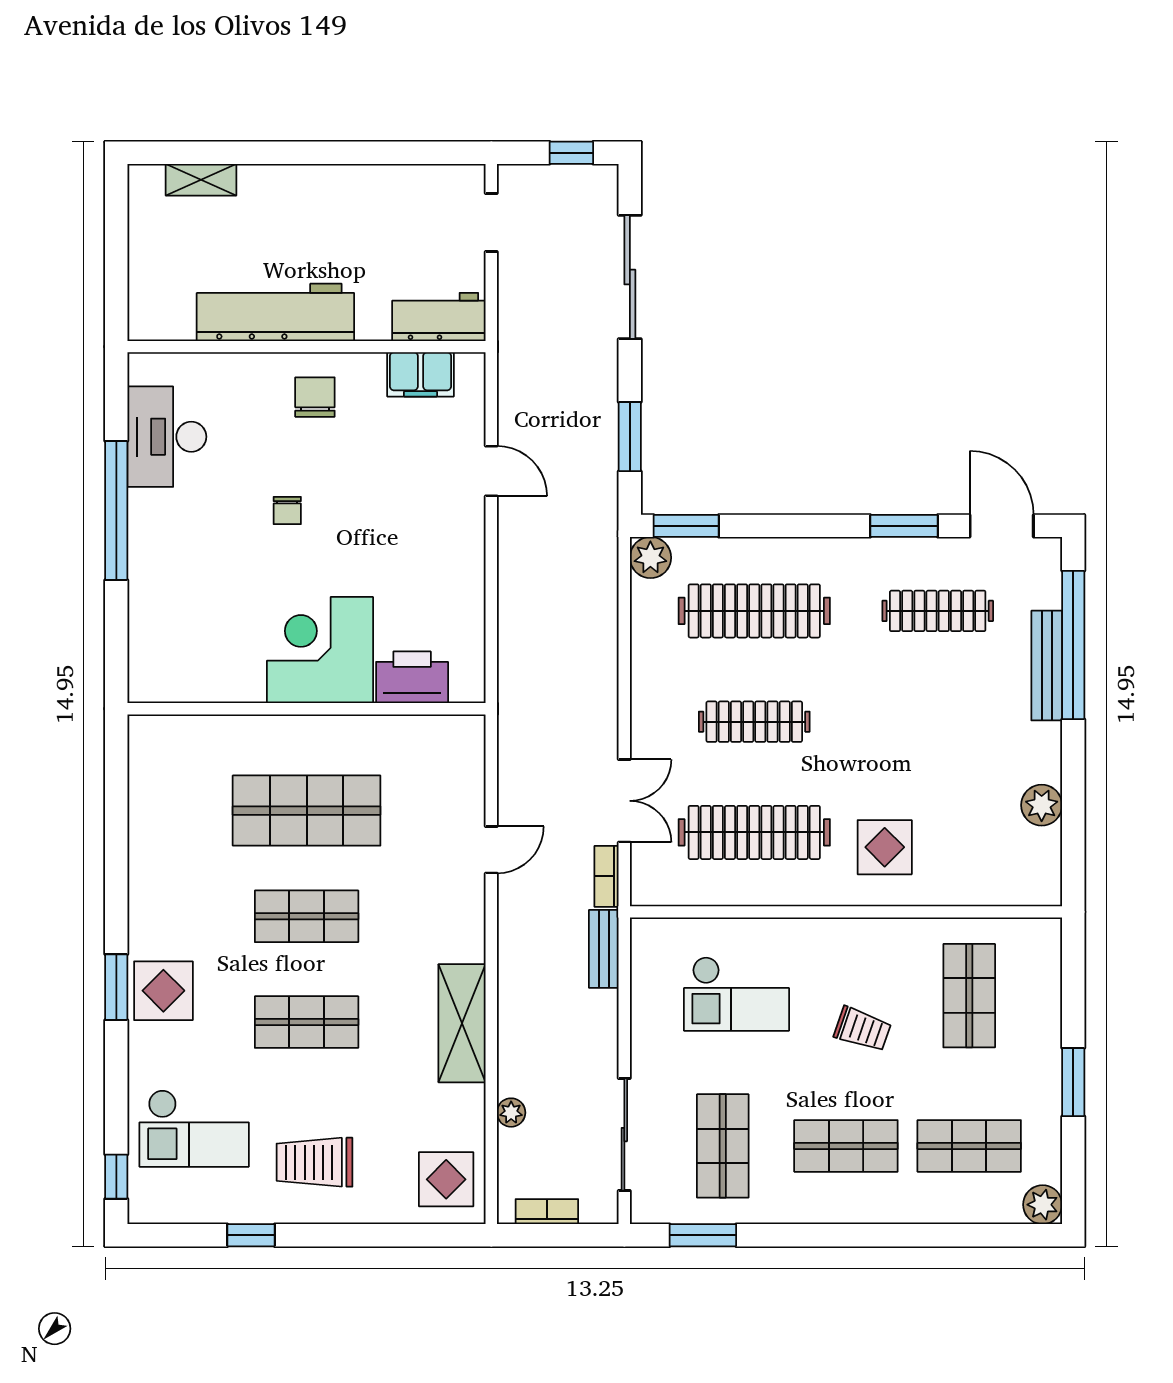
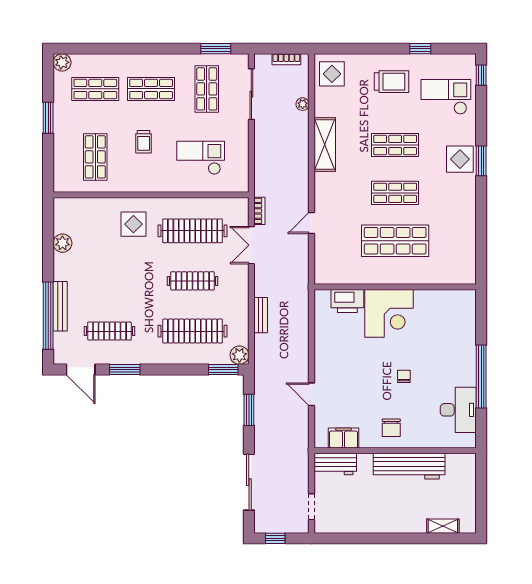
bench: (604, 949) -> (261, 315), moved
trolley: (862, 1029) -> (144, 142), turned -109

